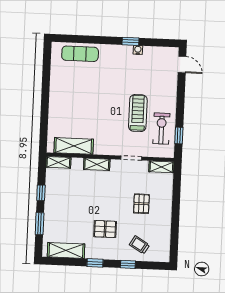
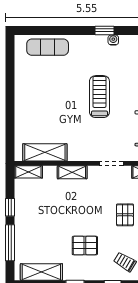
treadmill: (138, 113) -> (99, 97), moved
window: (40, 224) -> (10, 243), width x1.44

